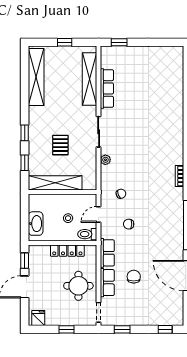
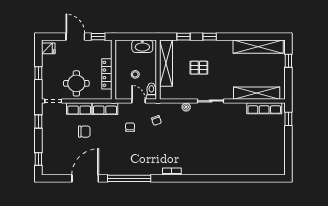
window: (65, 42) -> (288, 61), moved
row of seats: (107, 88) -> (264, 108), moved
washbasin: (36, 224) -> (142, 46), moved
toilet: (87, 234) -> (151, 91), moved

